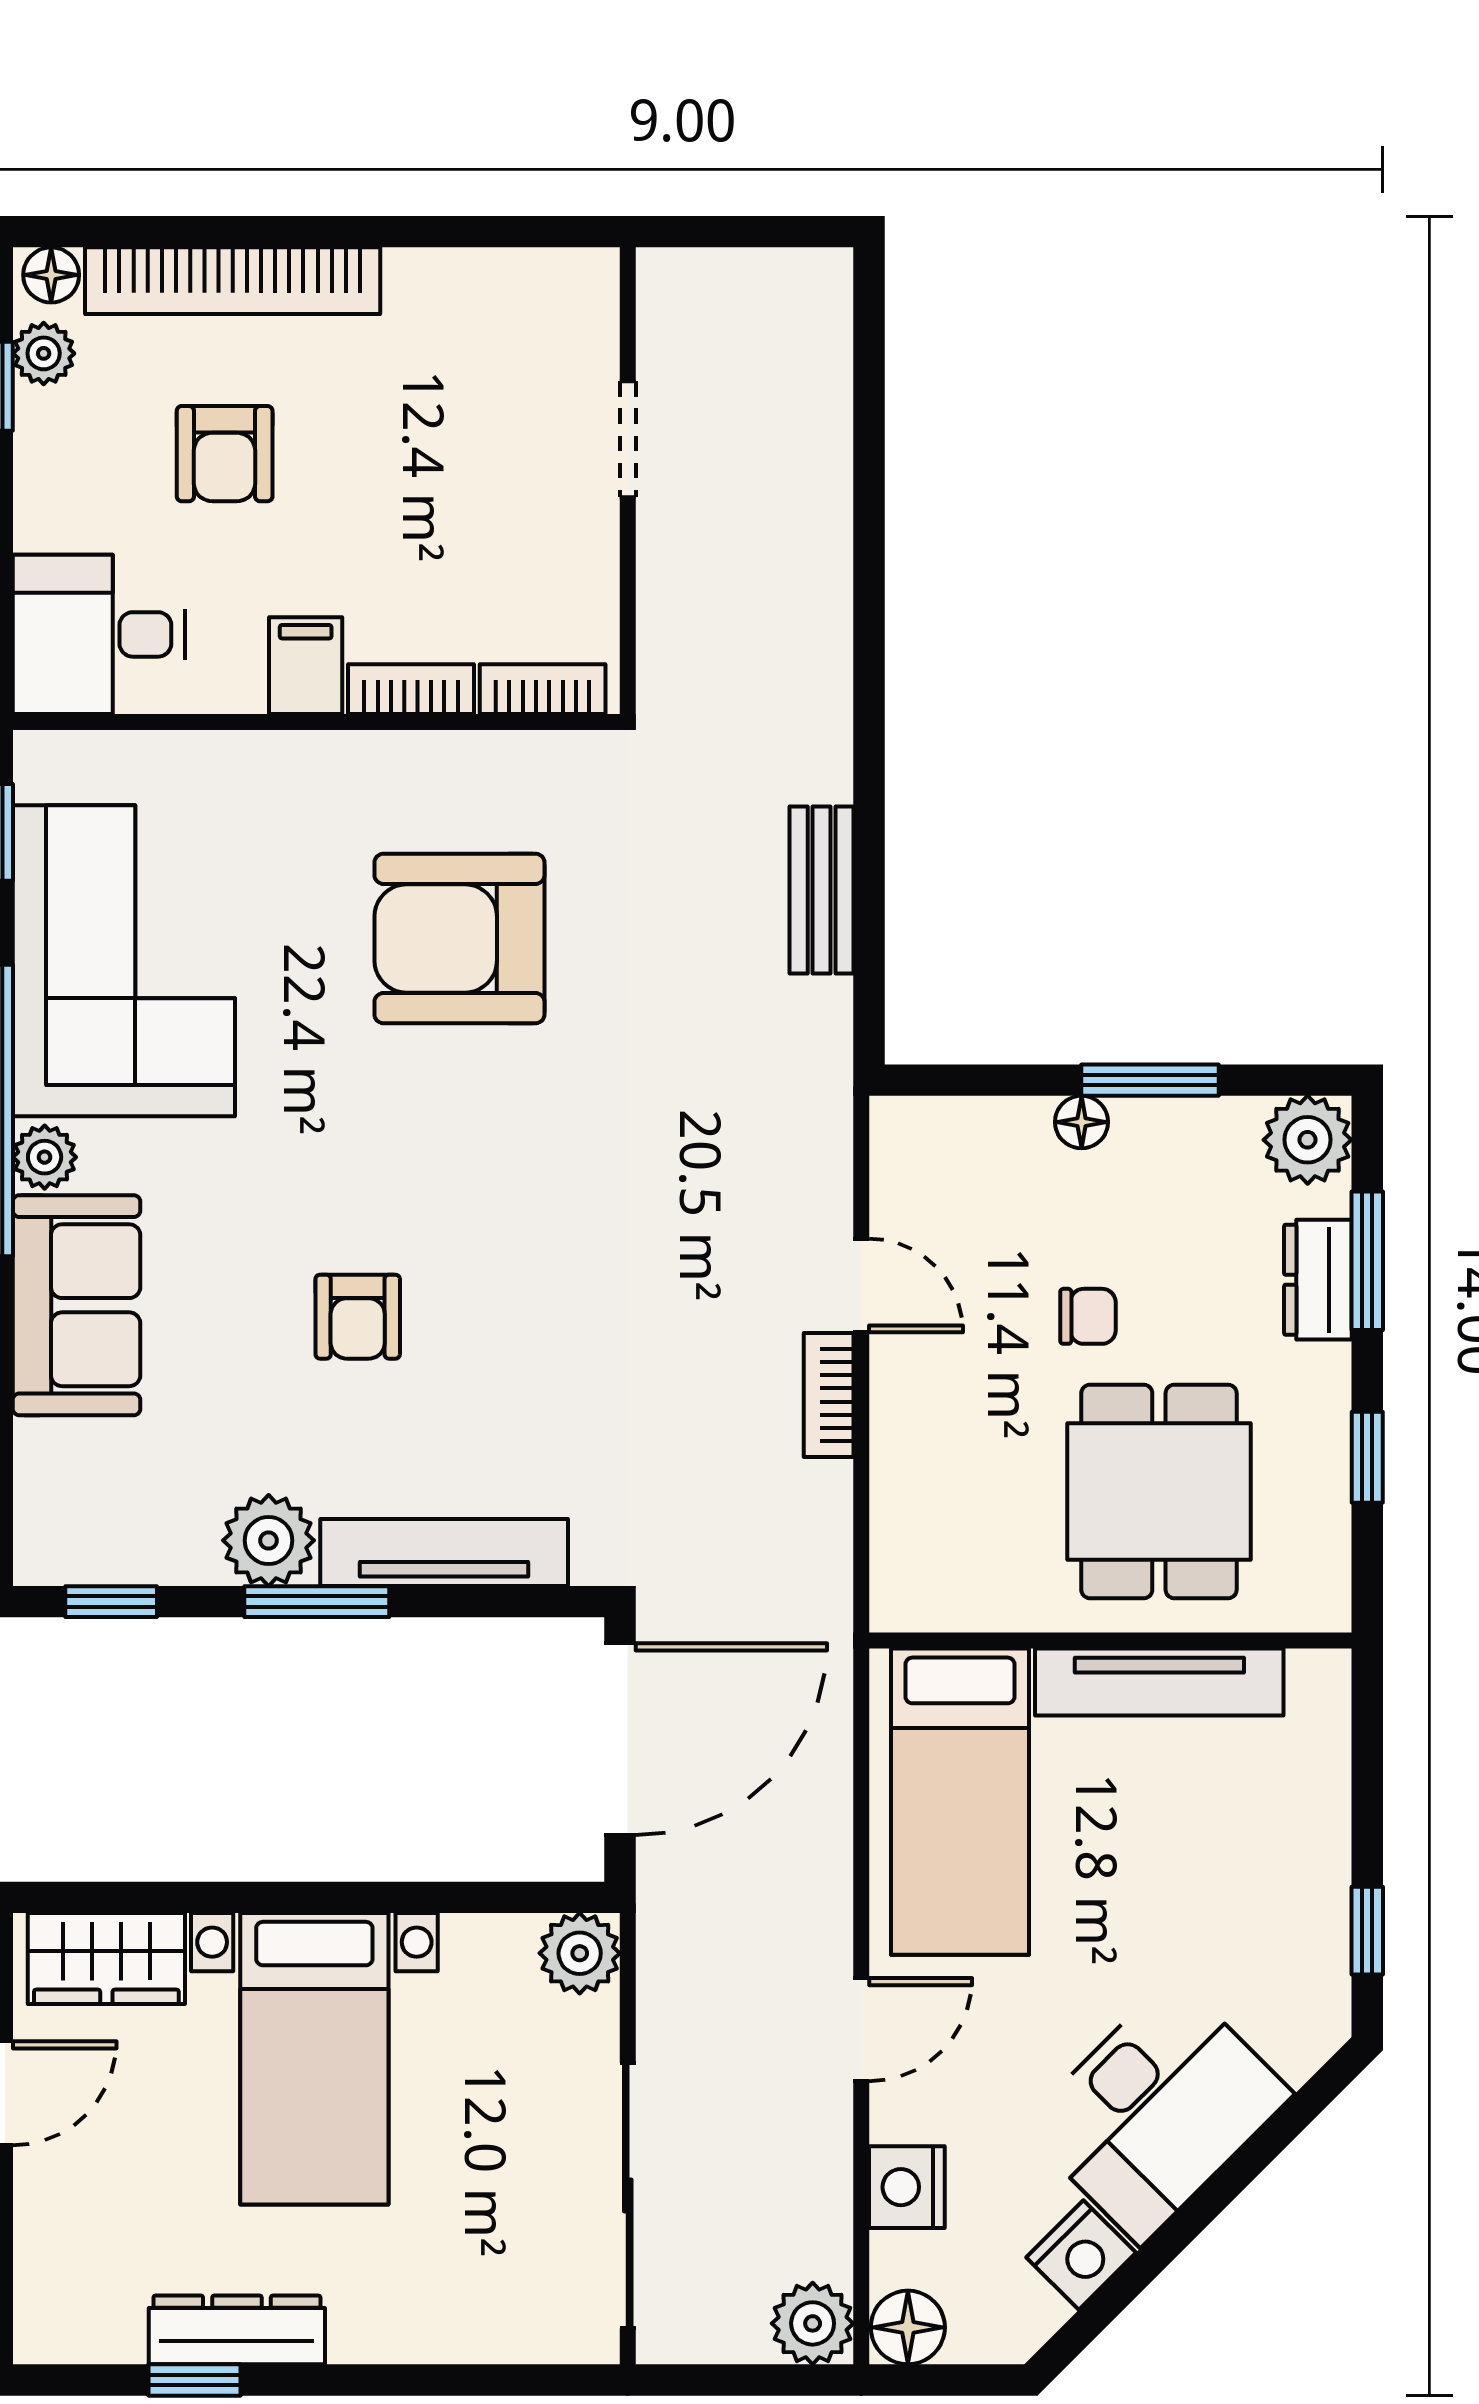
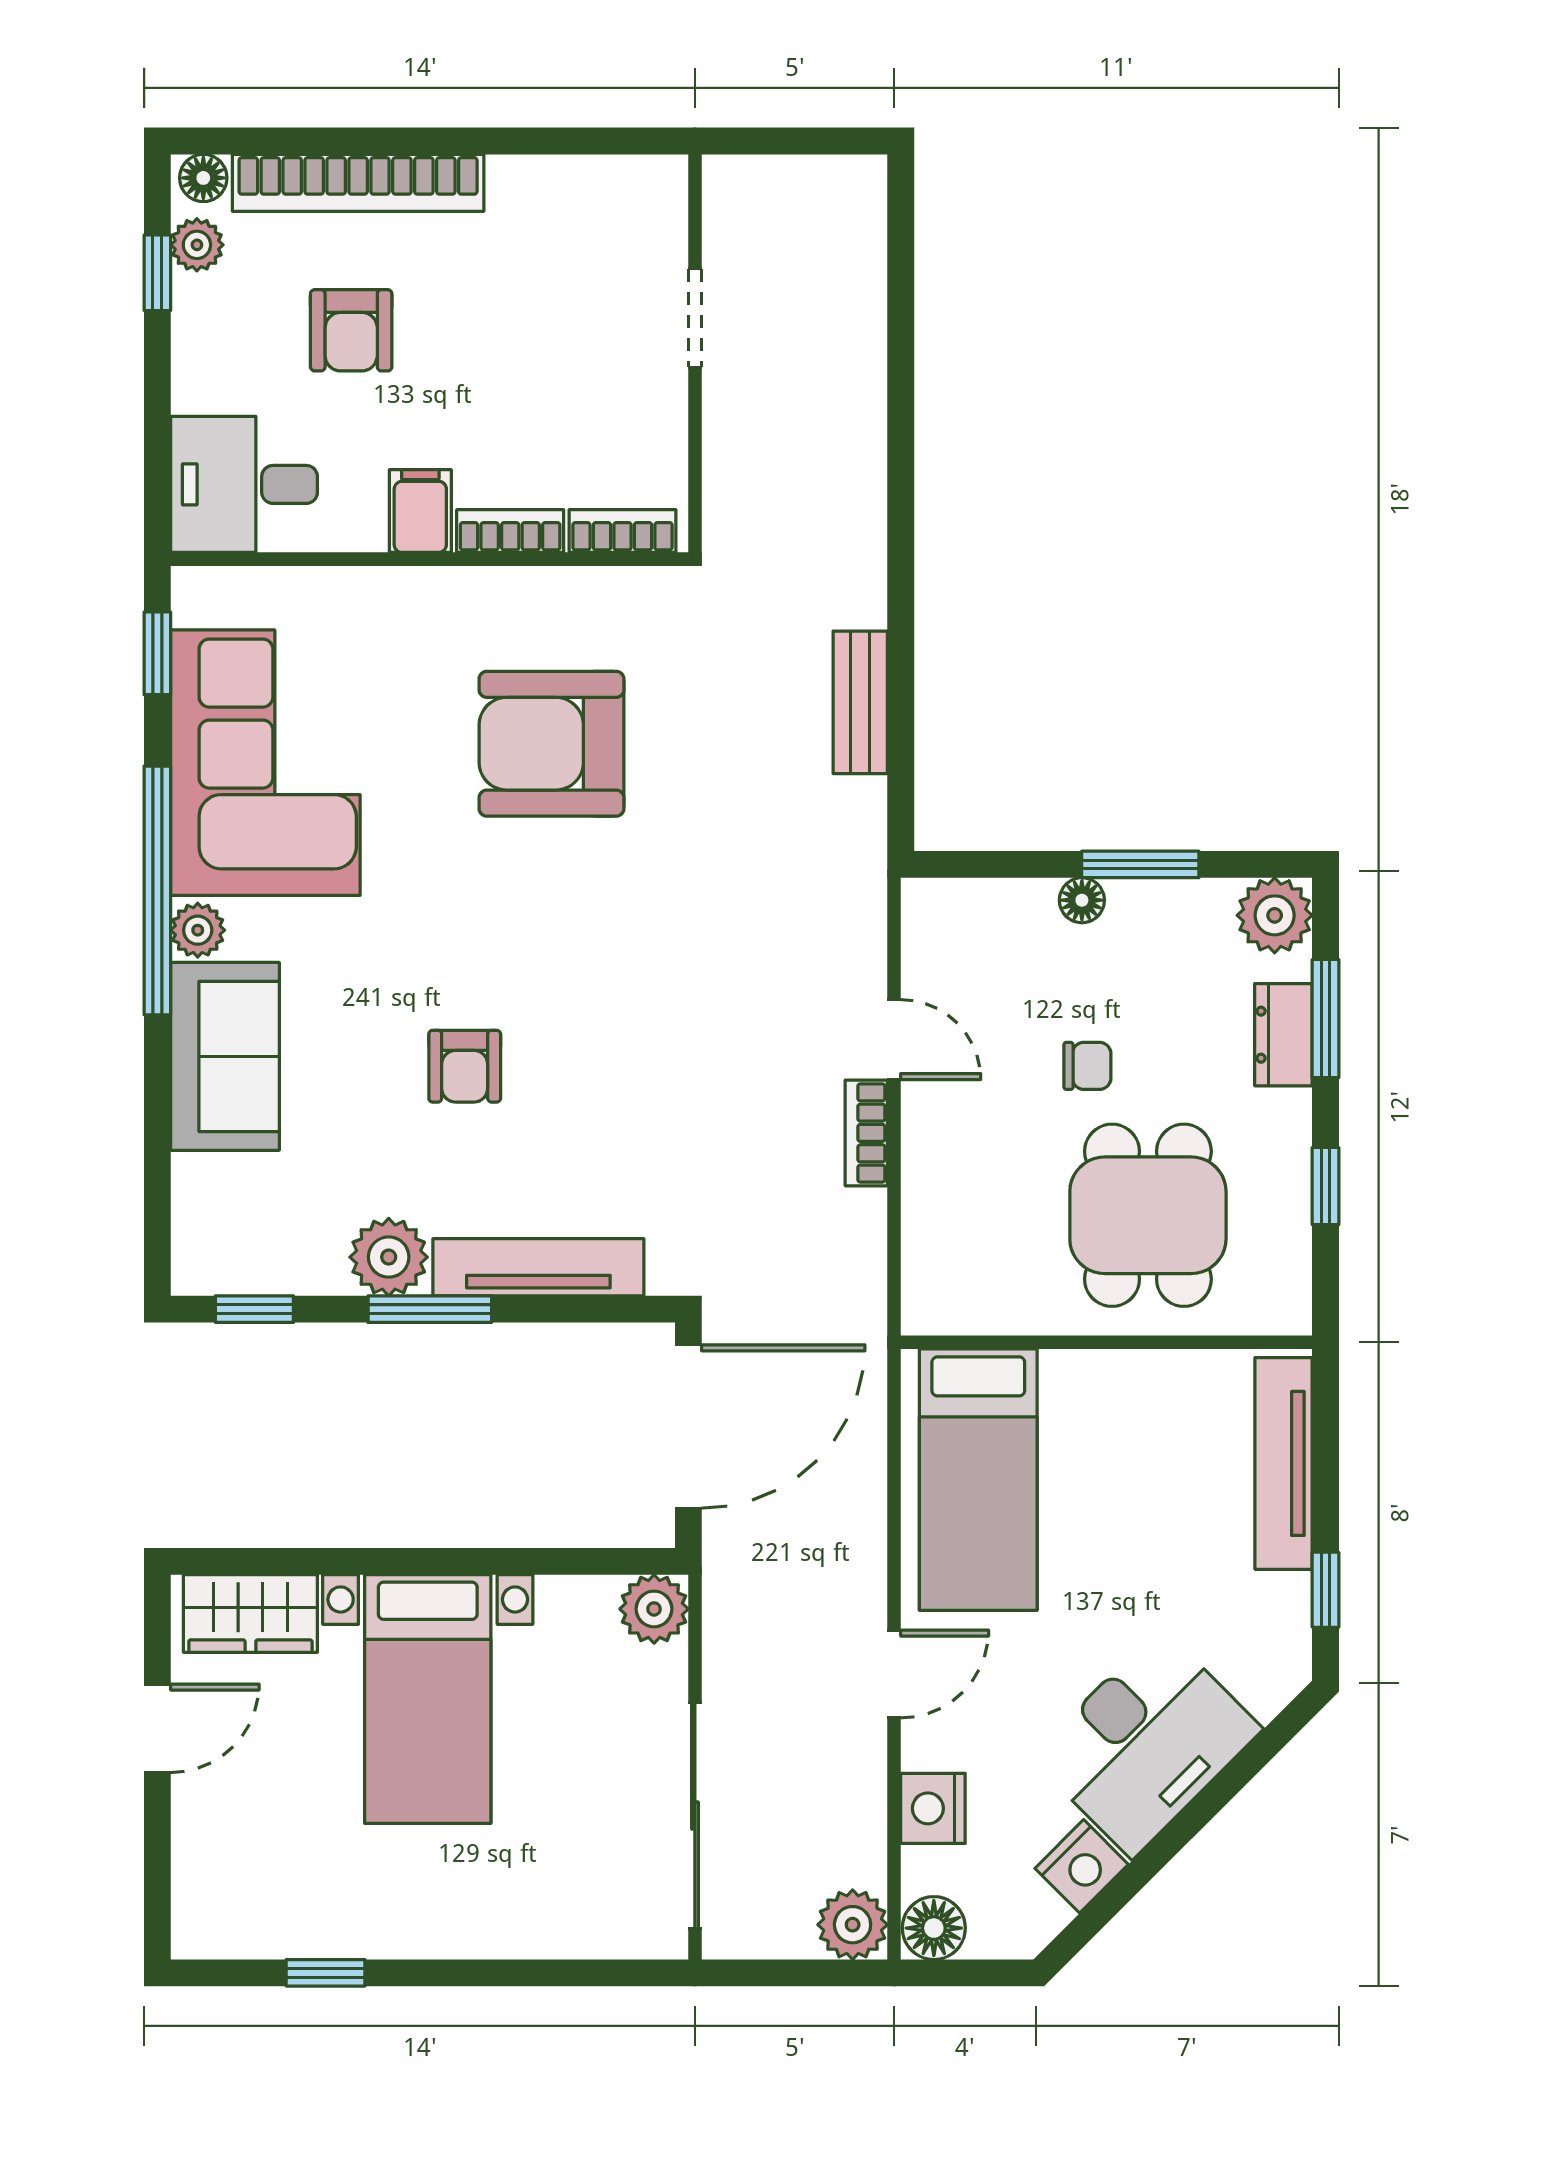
tv unit: (1159, 1682) -> (1284, 1463), moved, turned 90
dresser: (237, 2330) -> (362, 1930), removed

